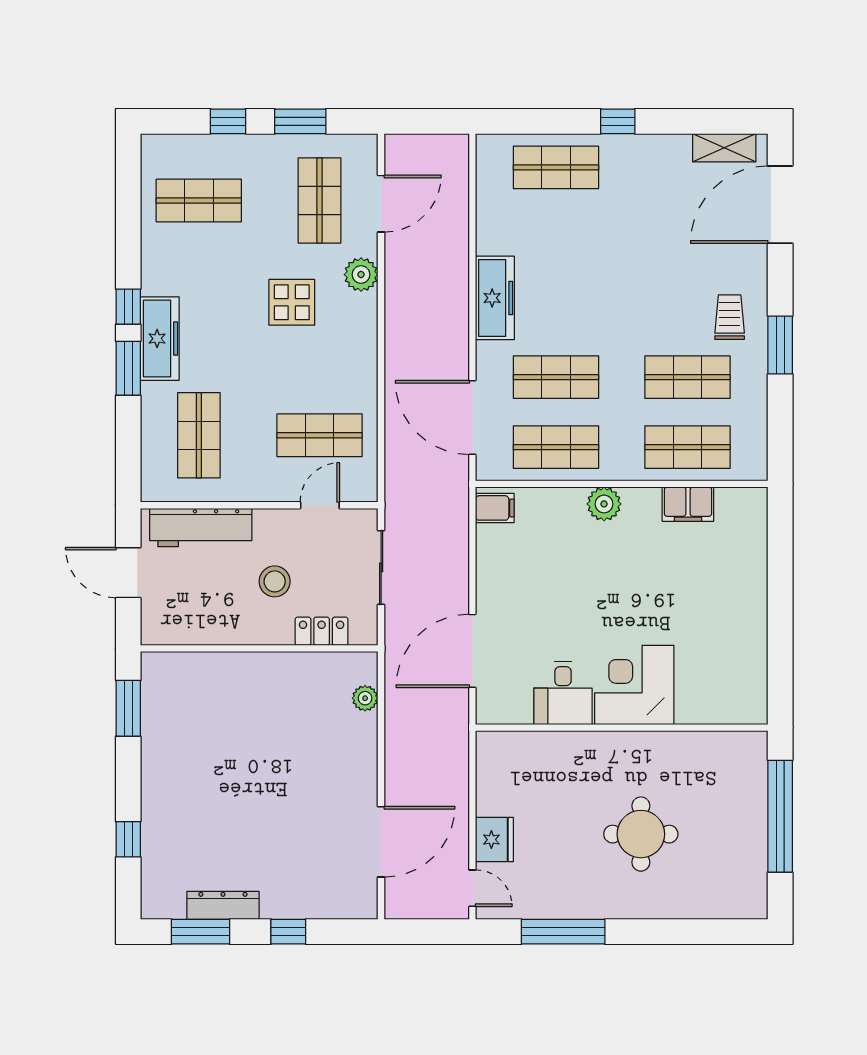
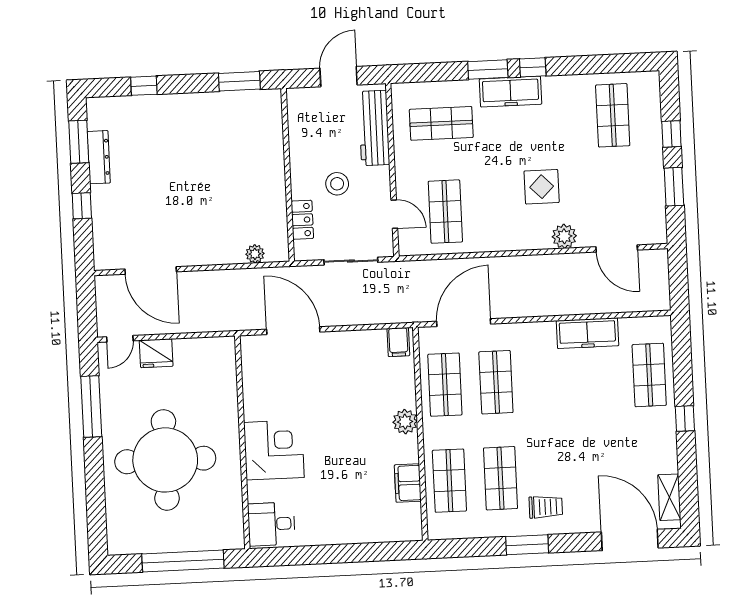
shop shelf: (320, 200) -> (617, 203), removed
freezer: (495, 298) -> (587, 333), moved
desk: (563, 693) -> (271, 524), moved
round table: (641, 834) -> (165, 460), width x1.86, depth x1.86

